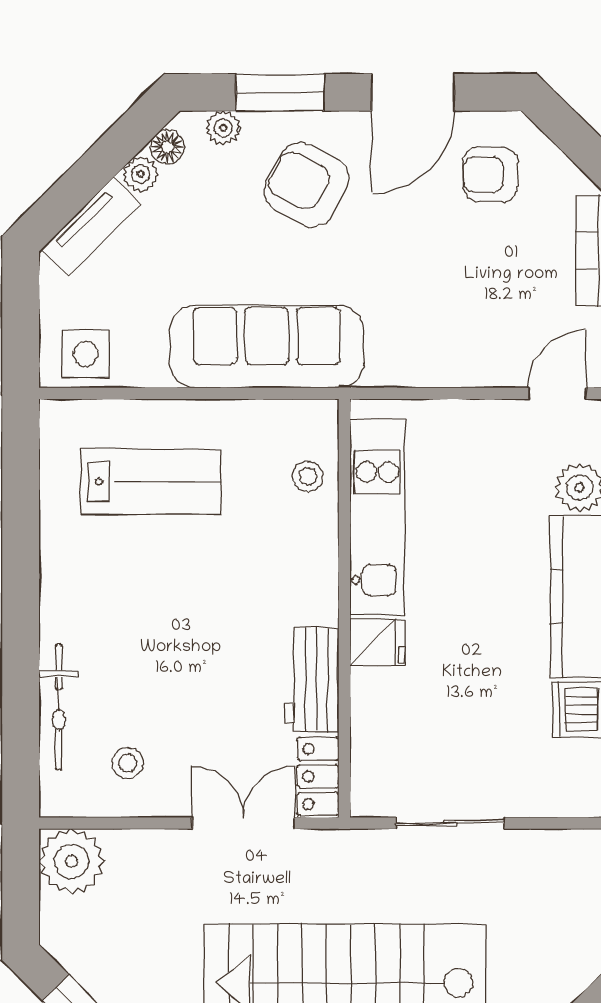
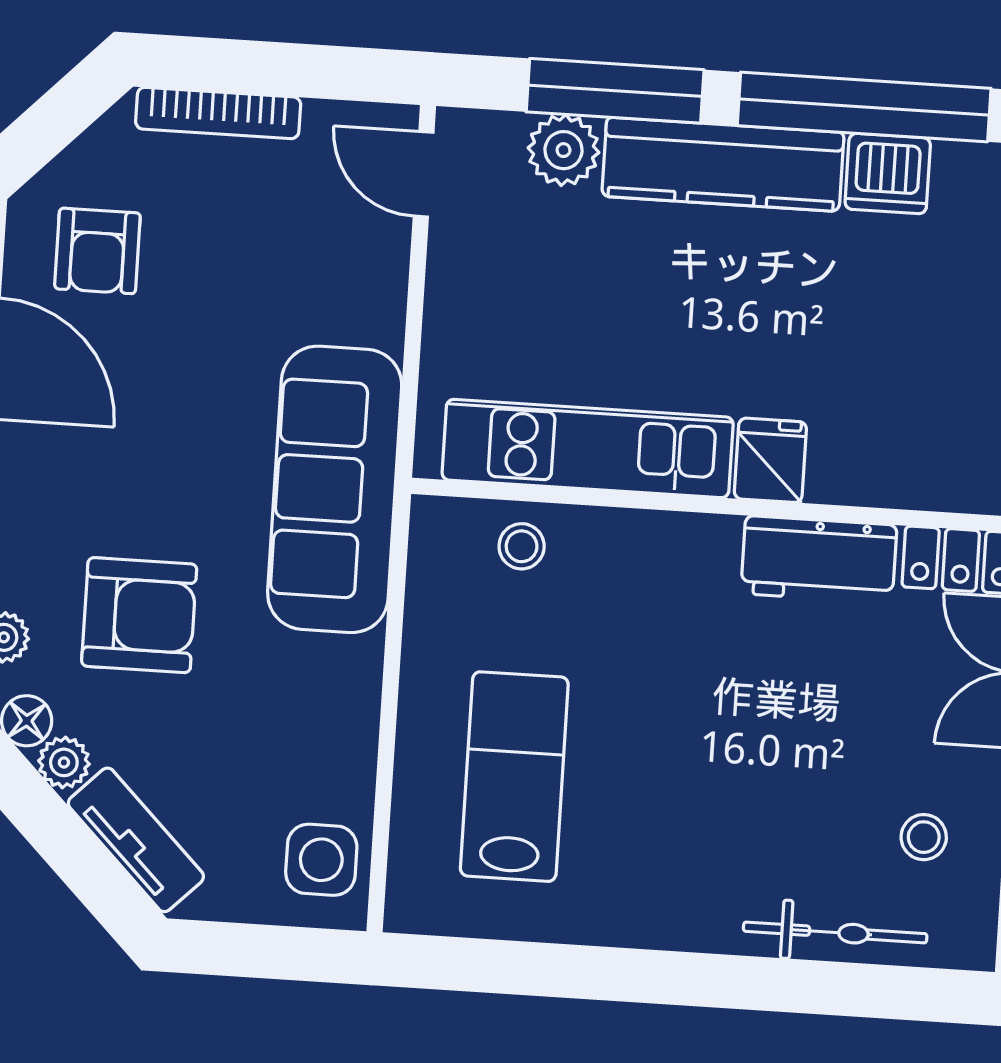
armchair: (307, 185) -> (139, 615), moved, turned -118
sofa: (267, 347) -> (335, 489), moved

